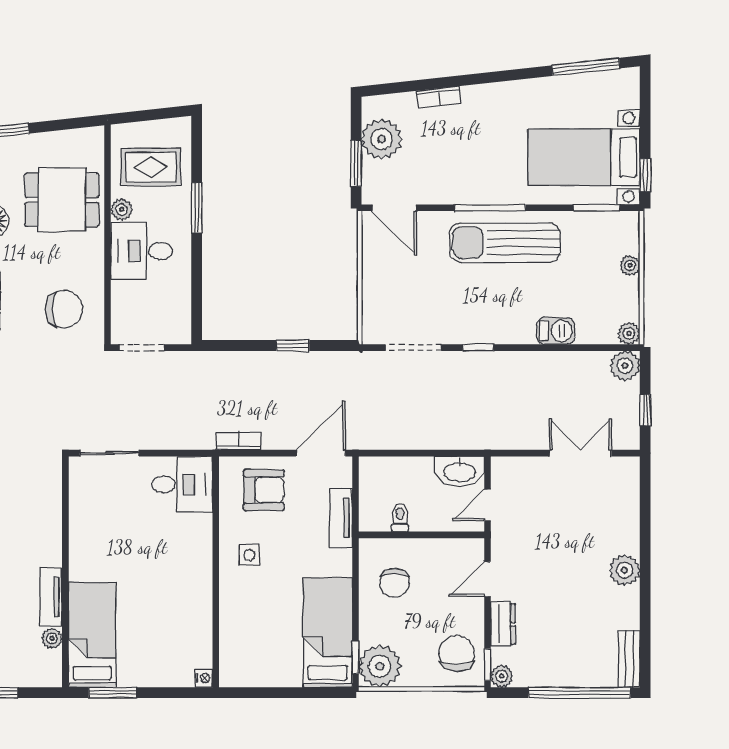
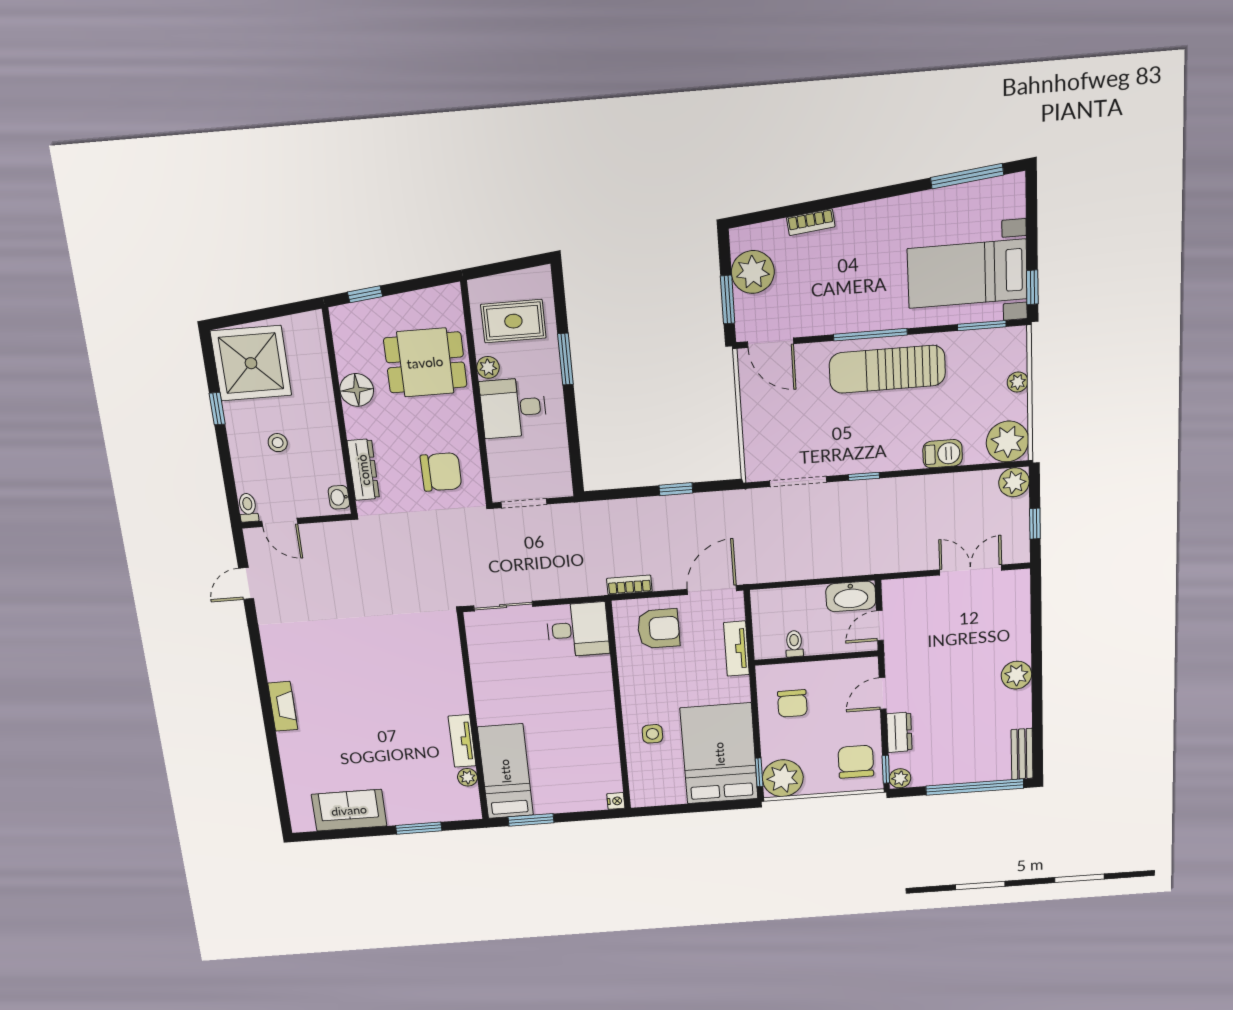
plant: (629, 333) -> (1008, 442), width x1.88, depth x1.88
side table: (249, 555) -> (652, 734), moved
bed: (328, 633) -> (719, 754), width x1.50

